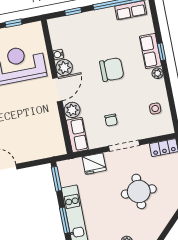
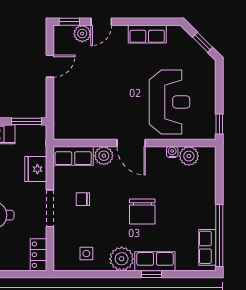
window: (73, 11) -> (219, 179), removed
window: (14, 23) -> (219, 124), moved
plant: (64, 68) -> (189, 156), moved
plant: (158, 73) -> (122, 259), width x1.88, depth x1.88

